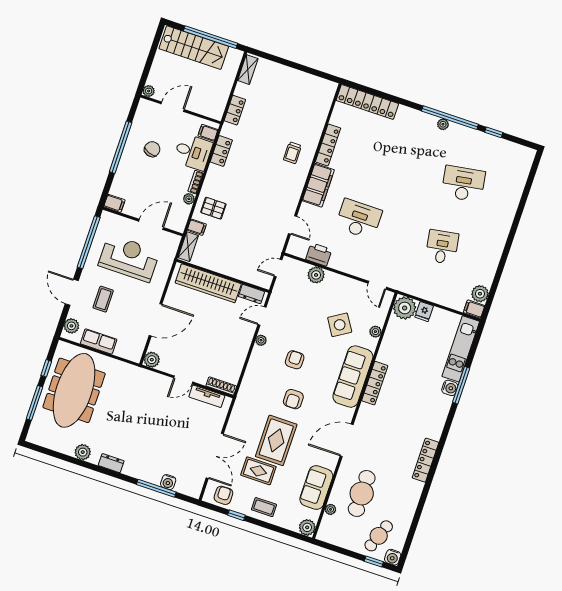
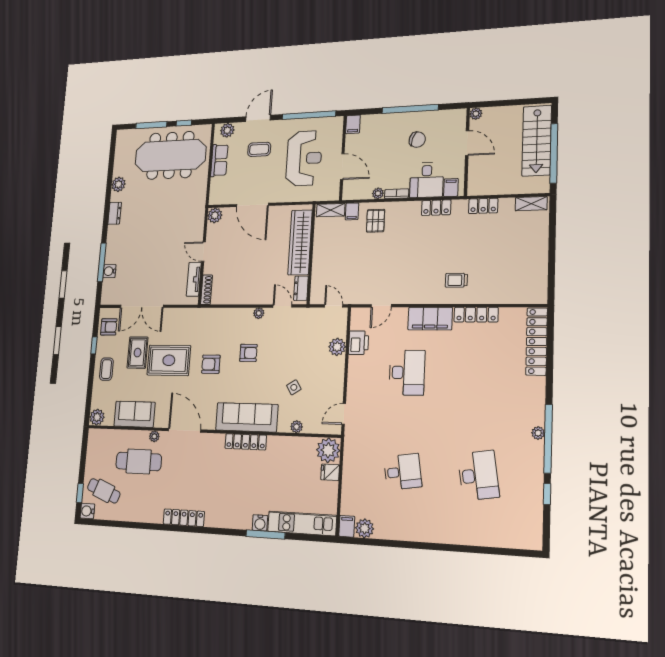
side table: (340, 325) -> (294, 387), width x0.54, depth x0.54
plant: (331, 509) -> (154, 436), moved

